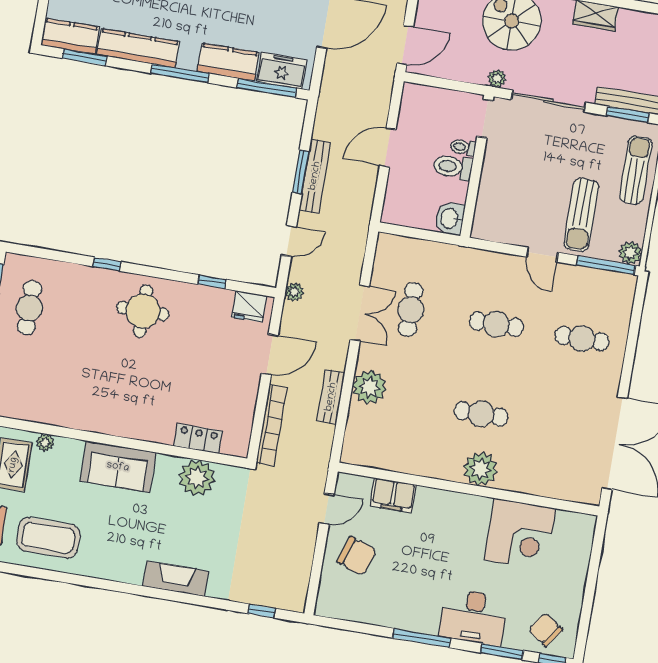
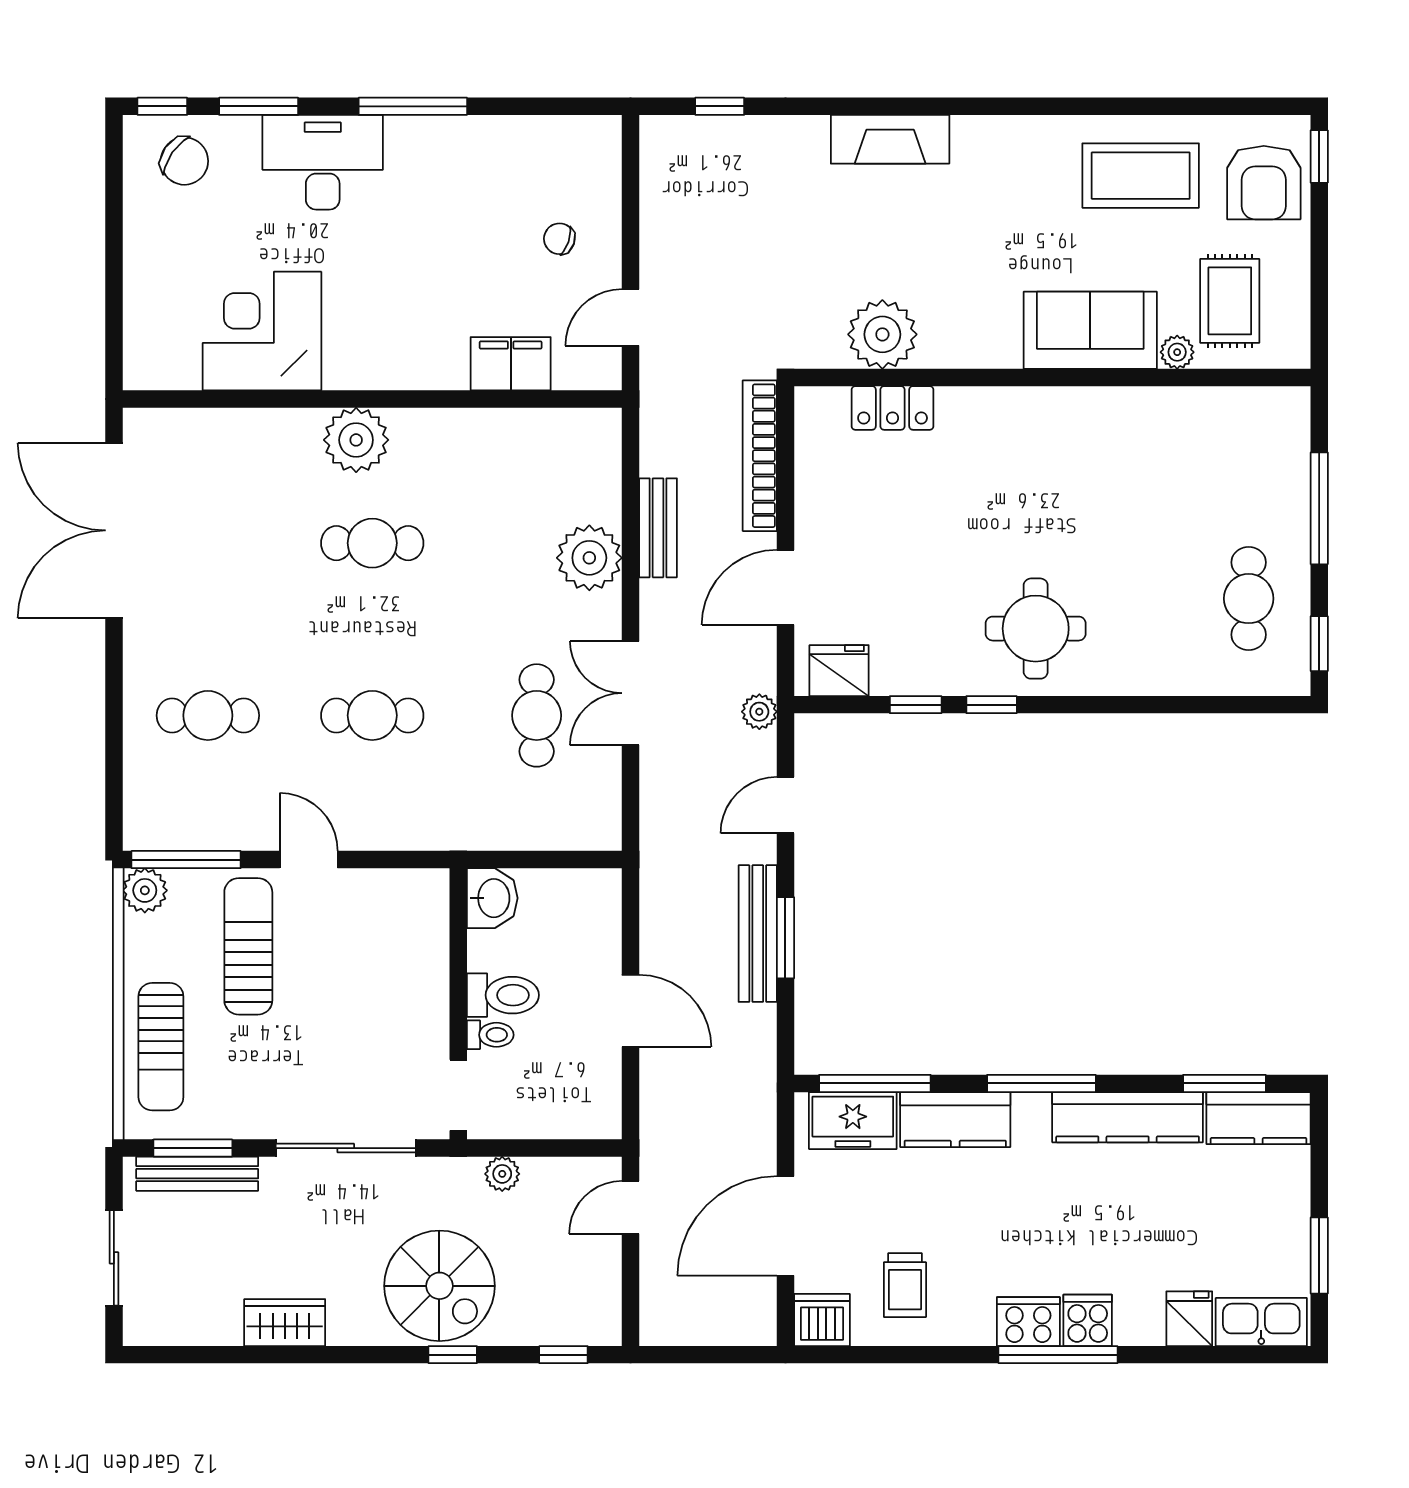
door: (405, 45) -> (631, 1207), width x0.73
plant: (497, 78) -> (502, 1174), moved
door: (388, 147) -> (631, 1011), hinge flipped
window: (107, 264) -> (992, 705), moved
sofa: (118, 467) -> (1090, 330), moved
chair: (357, 556) -> (559, 239), width x0.54, depth x0.54

